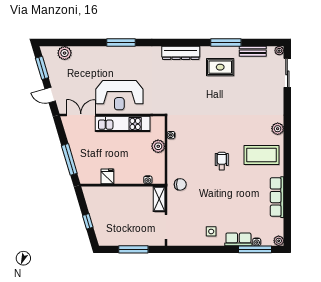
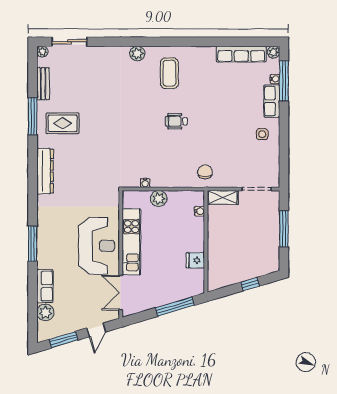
row of seats: (86, 53) -> (45, 286), added
rug: (220, 67) -> (63, 123), turned 90
coffee table: (261, 155) -> (169, 73), width x0.73, depth x0.76
row of seats: (277, 197) -> (241, 54), moved

